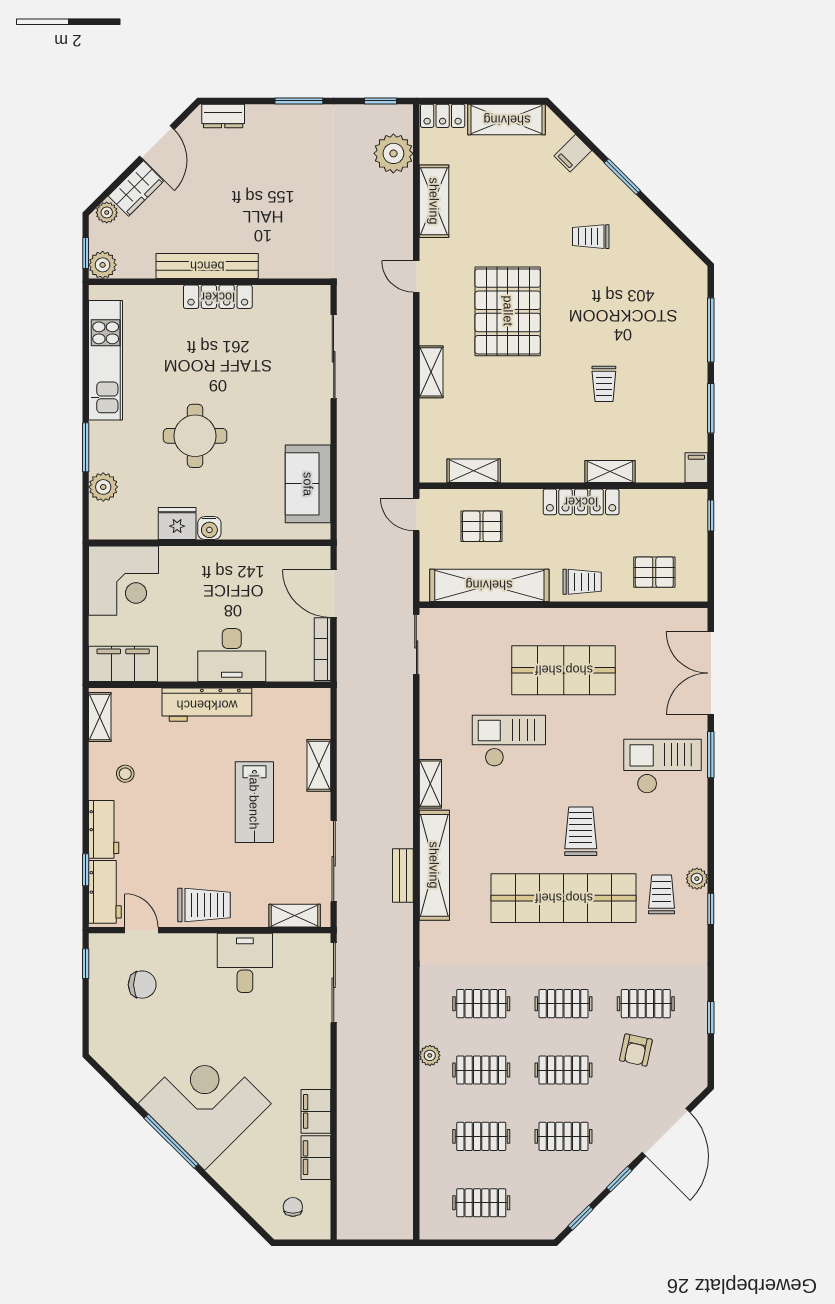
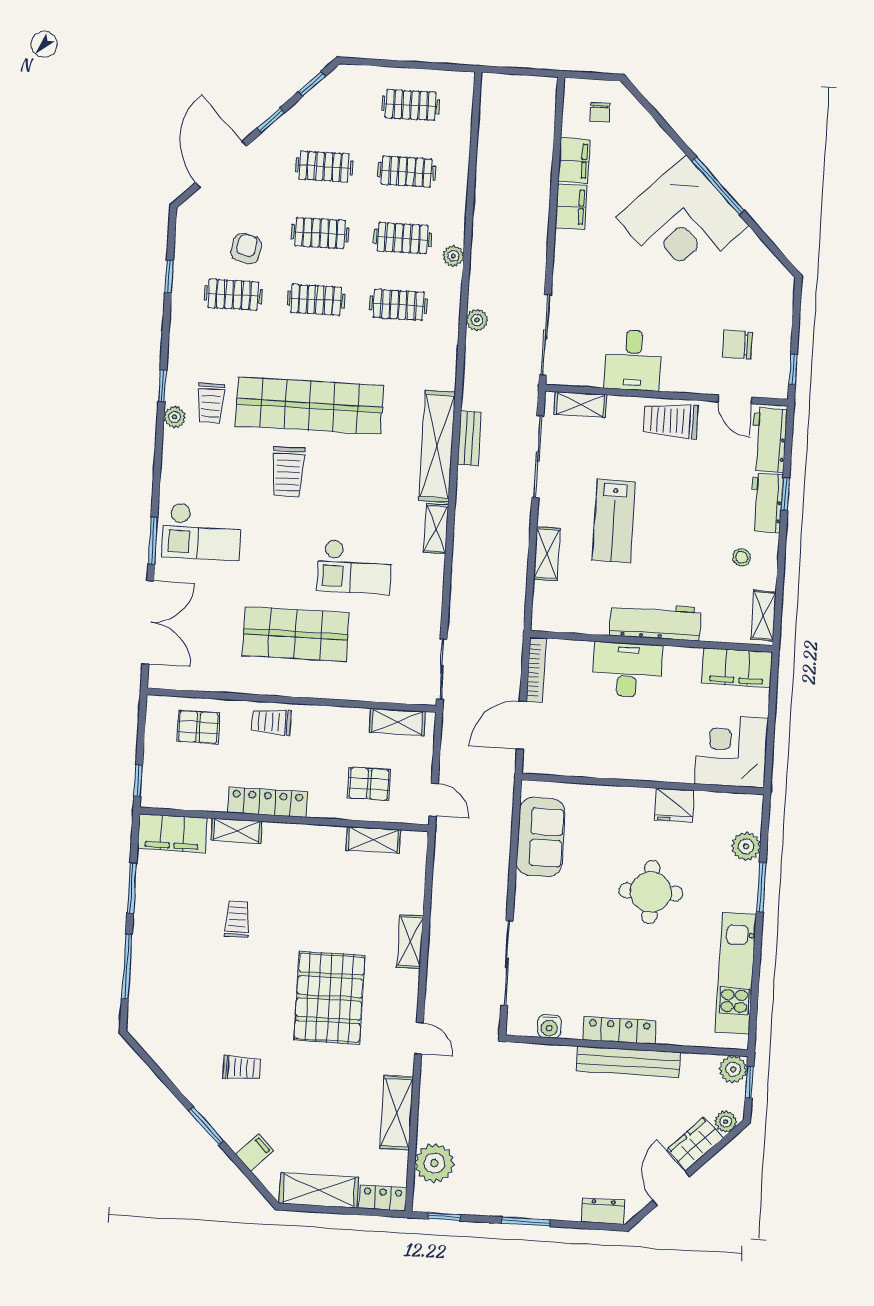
filing cabinet: (696, 468) -> (172, 833), width x3.00, depth x1.17
water cooler: (209, 528) -> (549, 1026), moved, turned 180
shelving: (489, 585) -> (397, 722), width x0.45, depth x0.75
door: (334, 594) -> (521, 725), swing flipped
lab bench: (254, 802) -> (614, 521), turned 180
window: (86, 870) -> (785, 494), moved
plant: (402, 993) -> (477, 320), added

